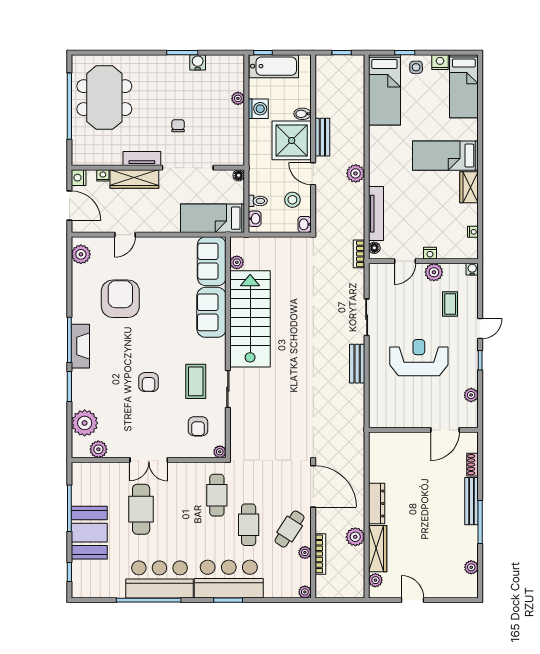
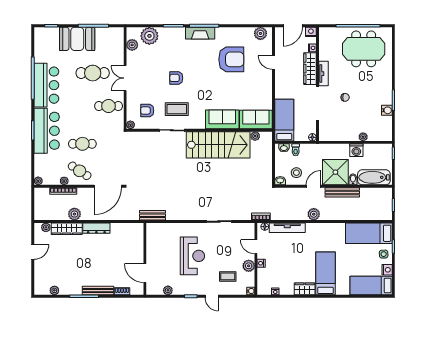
bathtub: (274, 66) -> (374, 177), moved, turned 90
bench: (322, 137) -> (342, 192), width x1.36
bench: (357, 364) -> (152, 215), moved
cafe table: (217, 495) -> (109, 106), moved

